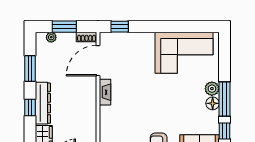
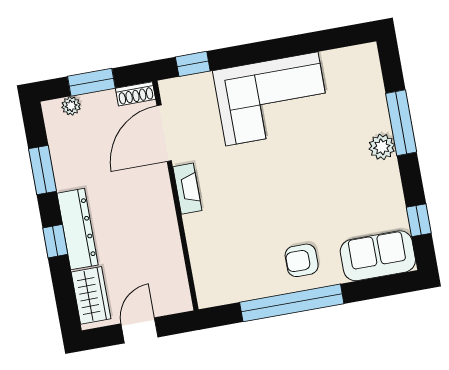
corner sofa: (184, 53) -> (272, 99), moved
window: (225, 99) -> (401, 123), moved
floor lamp: (213, 103) -> (388, 174), removed

